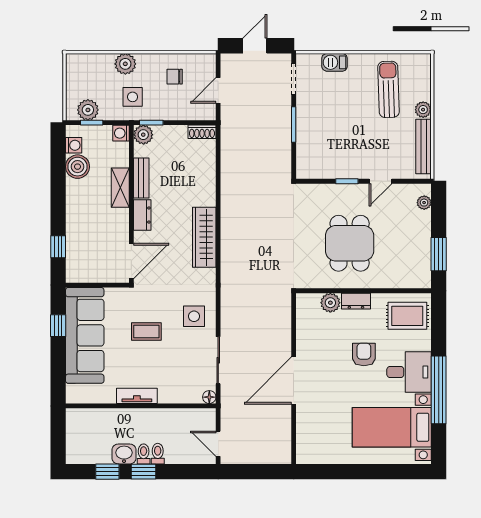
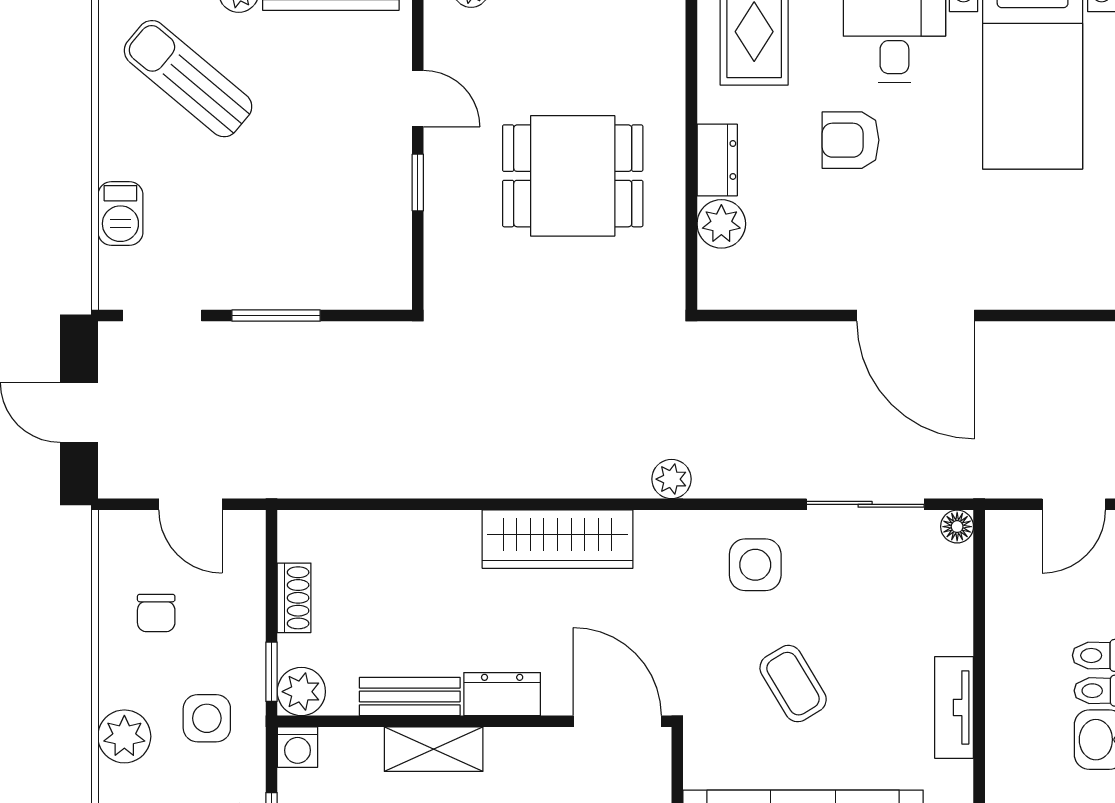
sun lounger: (388, 89) -> (188, 79), turned 42
shoe rack: (202, 132) -> (294, 598), moved
plant: (228, 283) -> (671, 479), added
coffee table: (146, 331) -> (793, 684), turned -31

